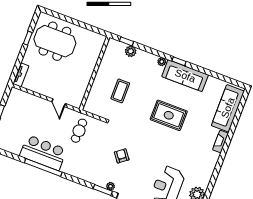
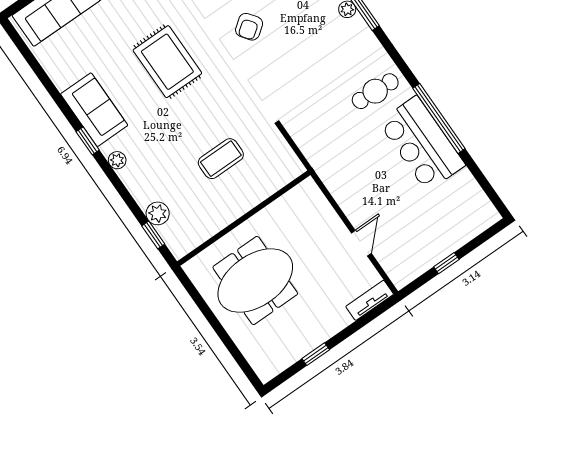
meeting table: (55, 41) -> (255, 280), moved, turned 90
sofa: (185, 76) -> (94, 110), width x0.73
door: (59, 103) -> (361, 243), moved
cafe table: (79, 131) -> (375, 91), moved
armchair: (122, 156) -> (249, 27), moved

